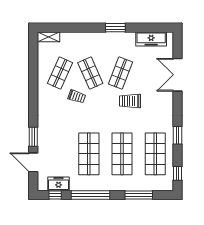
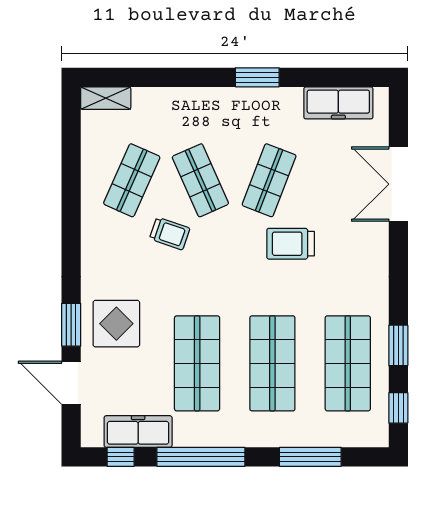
window: (178, 135) -> (398, 345), moved
display table: (53, 136) -> (116, 324), added
freezer: (58, 184) -> (138, 432), width x1.40

